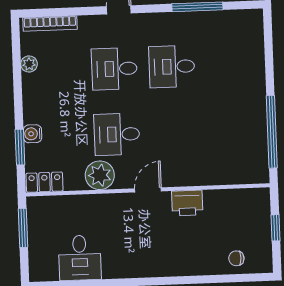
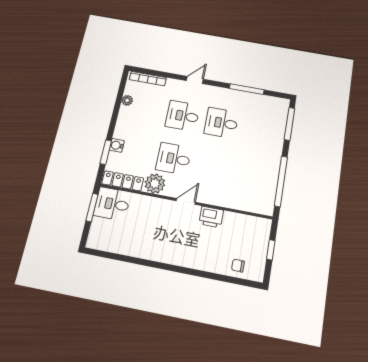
window: (268, 46) -> (289, 124), added
locker: (45, 182) -> (123, 181), width x1.53
desk: (80, 258) -> (112, 204), moved, turned 90

